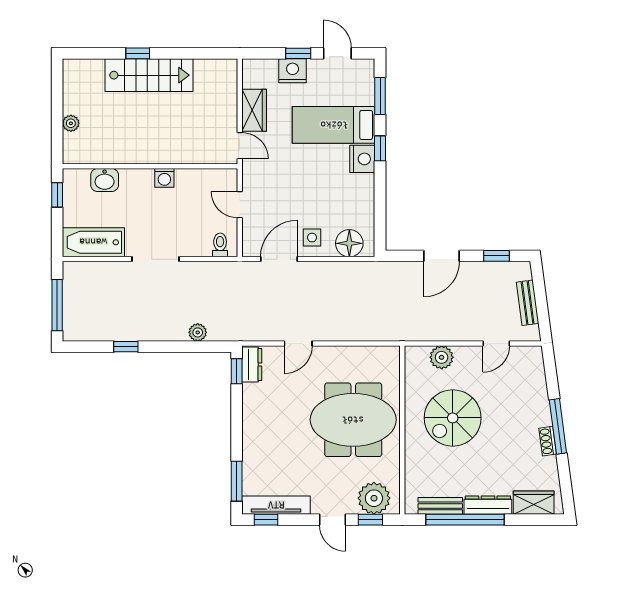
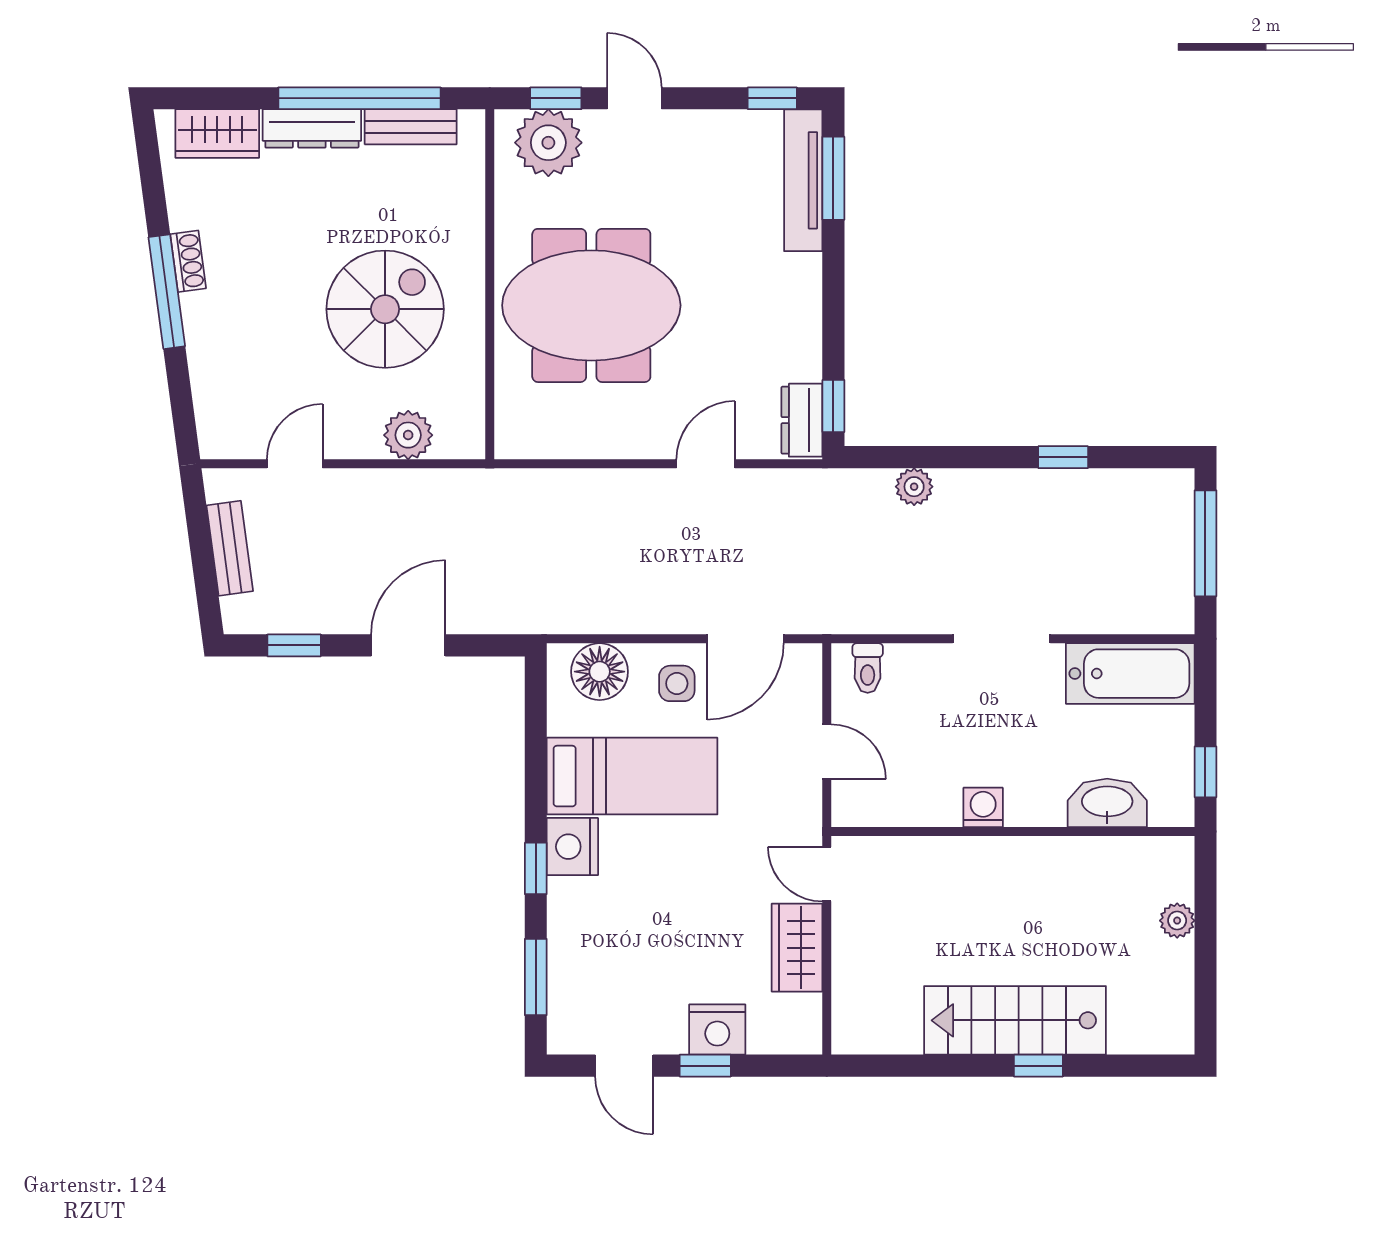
bed: (334, 125) -> (632, 776), moved
washbasin: (105, 180) -> (1107, 803), width x1.38
tv unit: (276, 505) -> (803, 180), moved, turned 90

